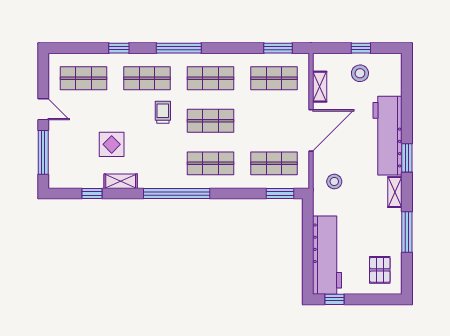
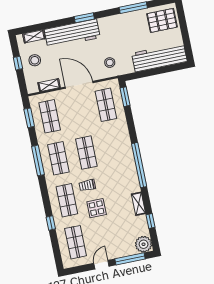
window: (179, 48) -> (38, 160), moved
display table: (112, 144) -> (97, 208), moved
shop shelf: (211, 163) -> (115, 147), removed
plant: (60, 176) -> (144, 244), added
shelving: (395, 192) -> (34, 36), moved
pallet: (380, 270) -> (162, 20), width x1.50, depth x1.42
window: (335, 299) -> (188, 46), removed

